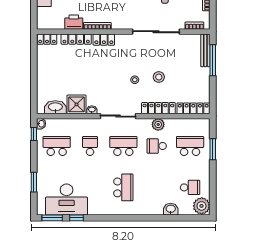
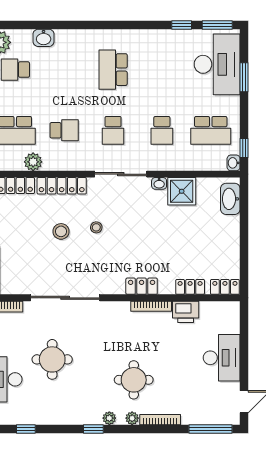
locker: (76, 39) -> (190, 287), width x0.66
washbasin: (55, 107) -> (230, 199), moved, turned 90
plant: (158, 124) -> (33, 162), moved
school desk: (123, 146) -> (113, 130), width x0.54
desk: (67, 199) -> (217, 64), moved, turned 90

